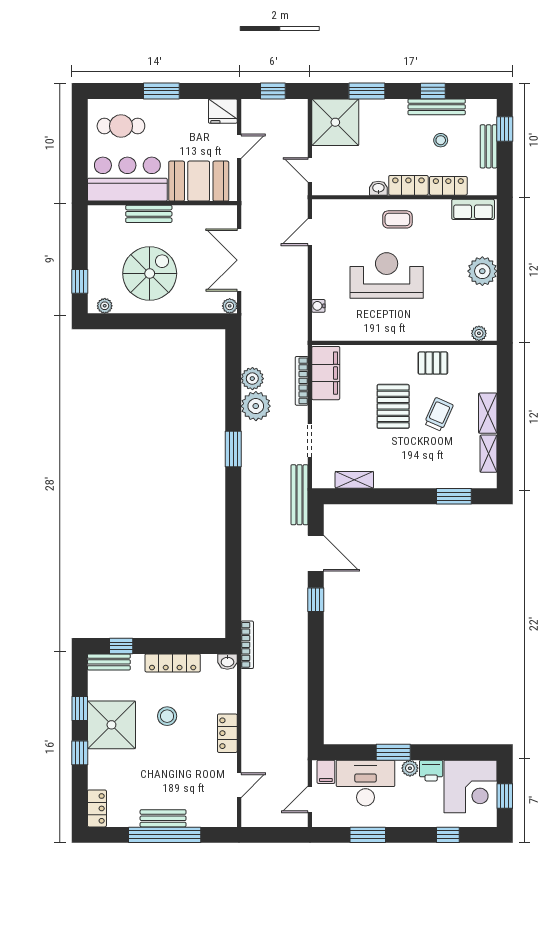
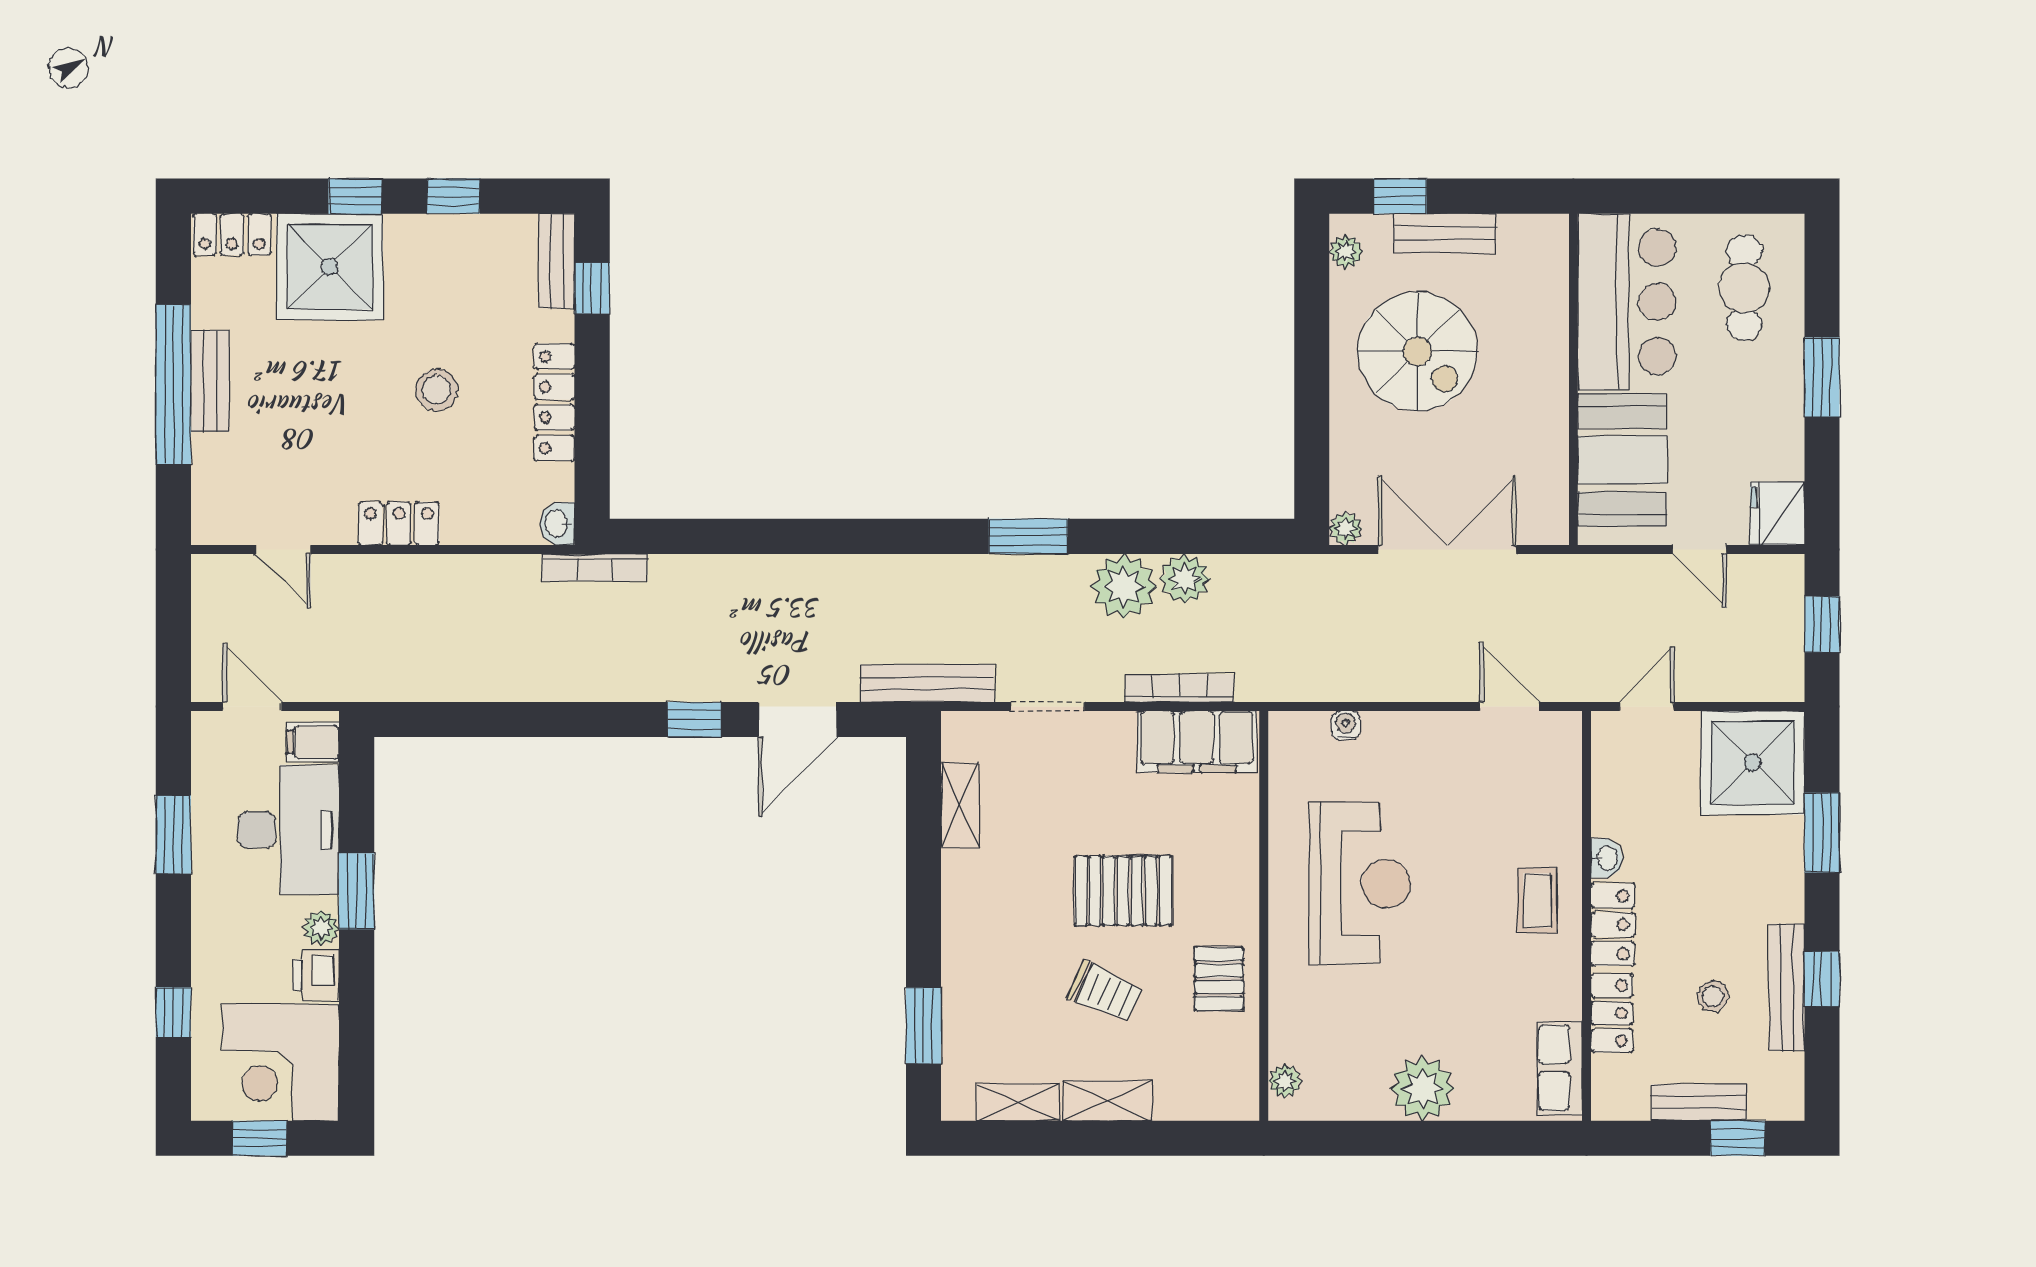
bench: (149, 214) -> (1445, 233), moved, turned 90
reception desk: (387, 276) -> (1359, 883), moved
shower: (111, 725) -> (330, 267), moved

